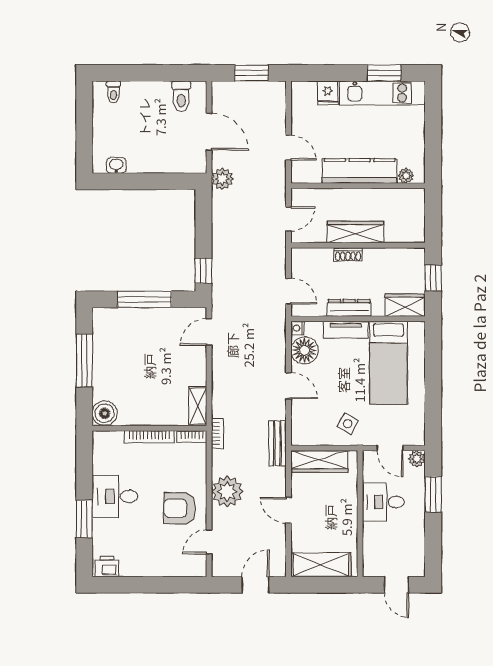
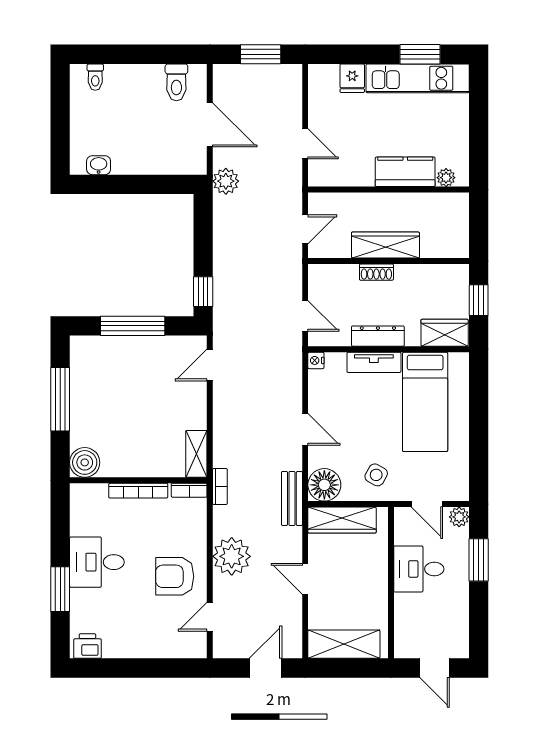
kitchen counter: (360, 171) -> (405, 172), width x0.67
floor lamp: (305, 350) -> (324, 485), moved

